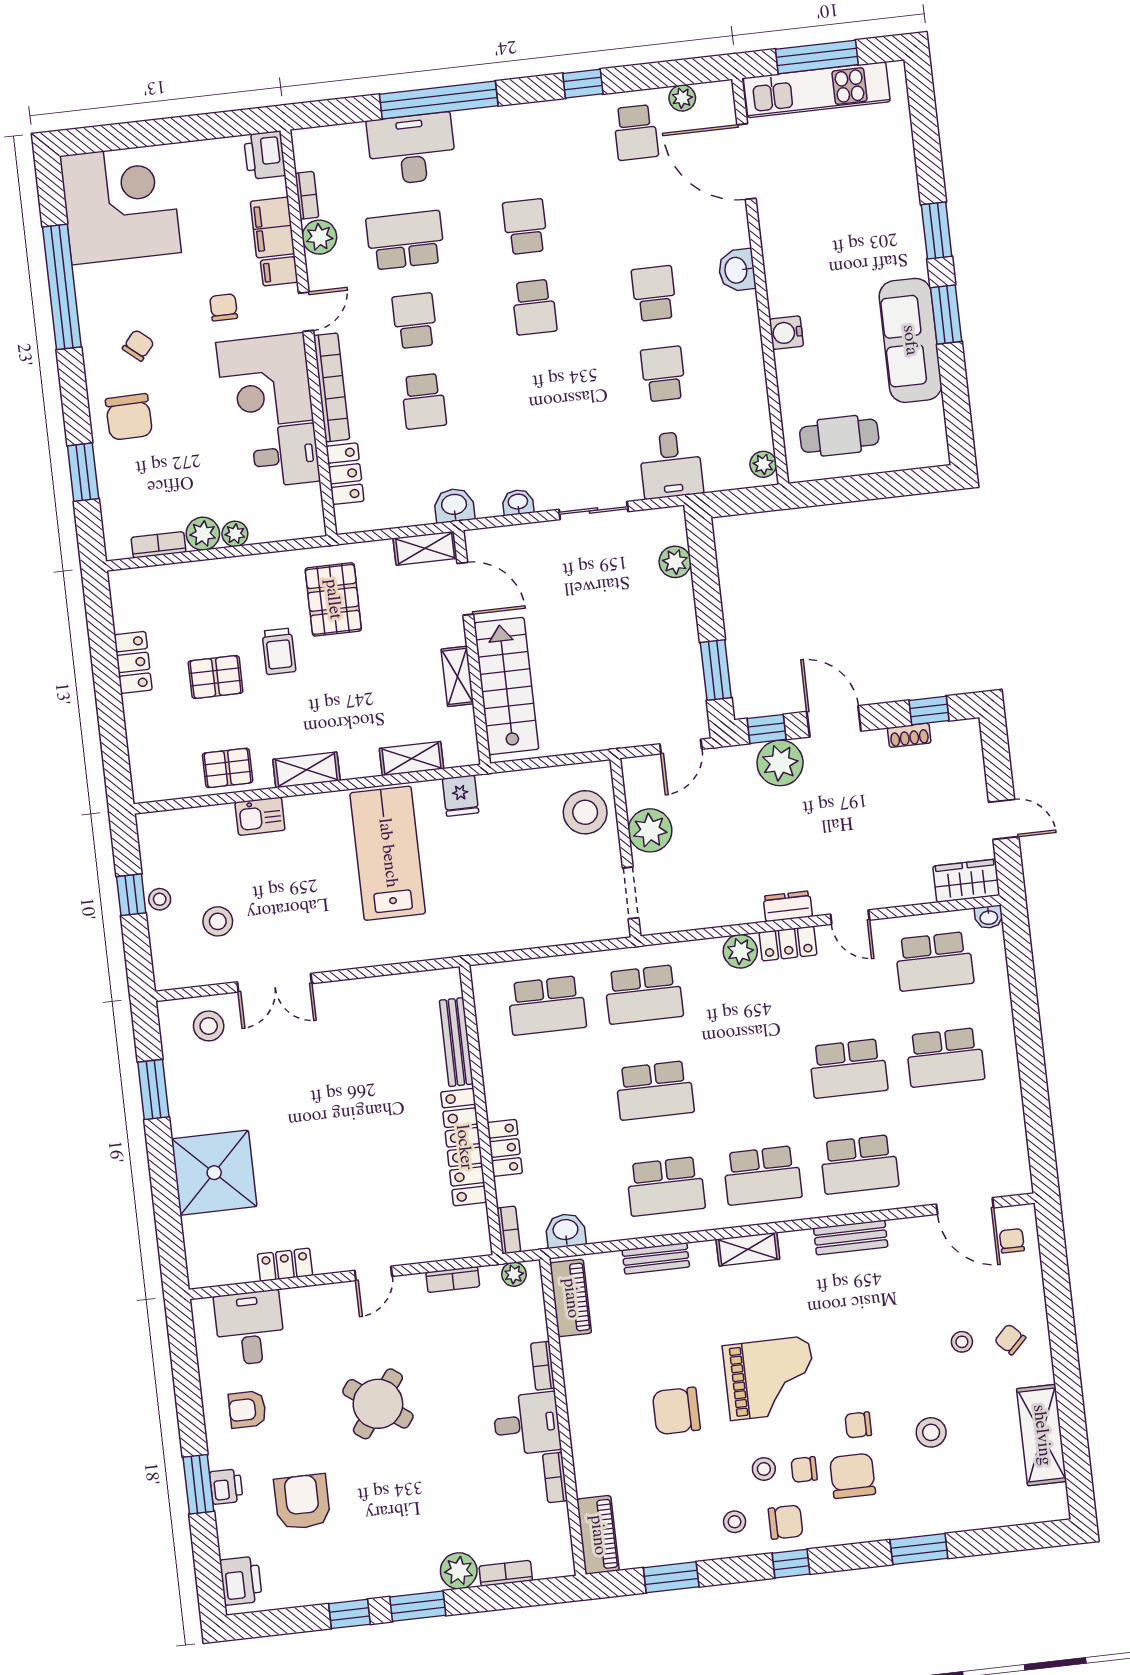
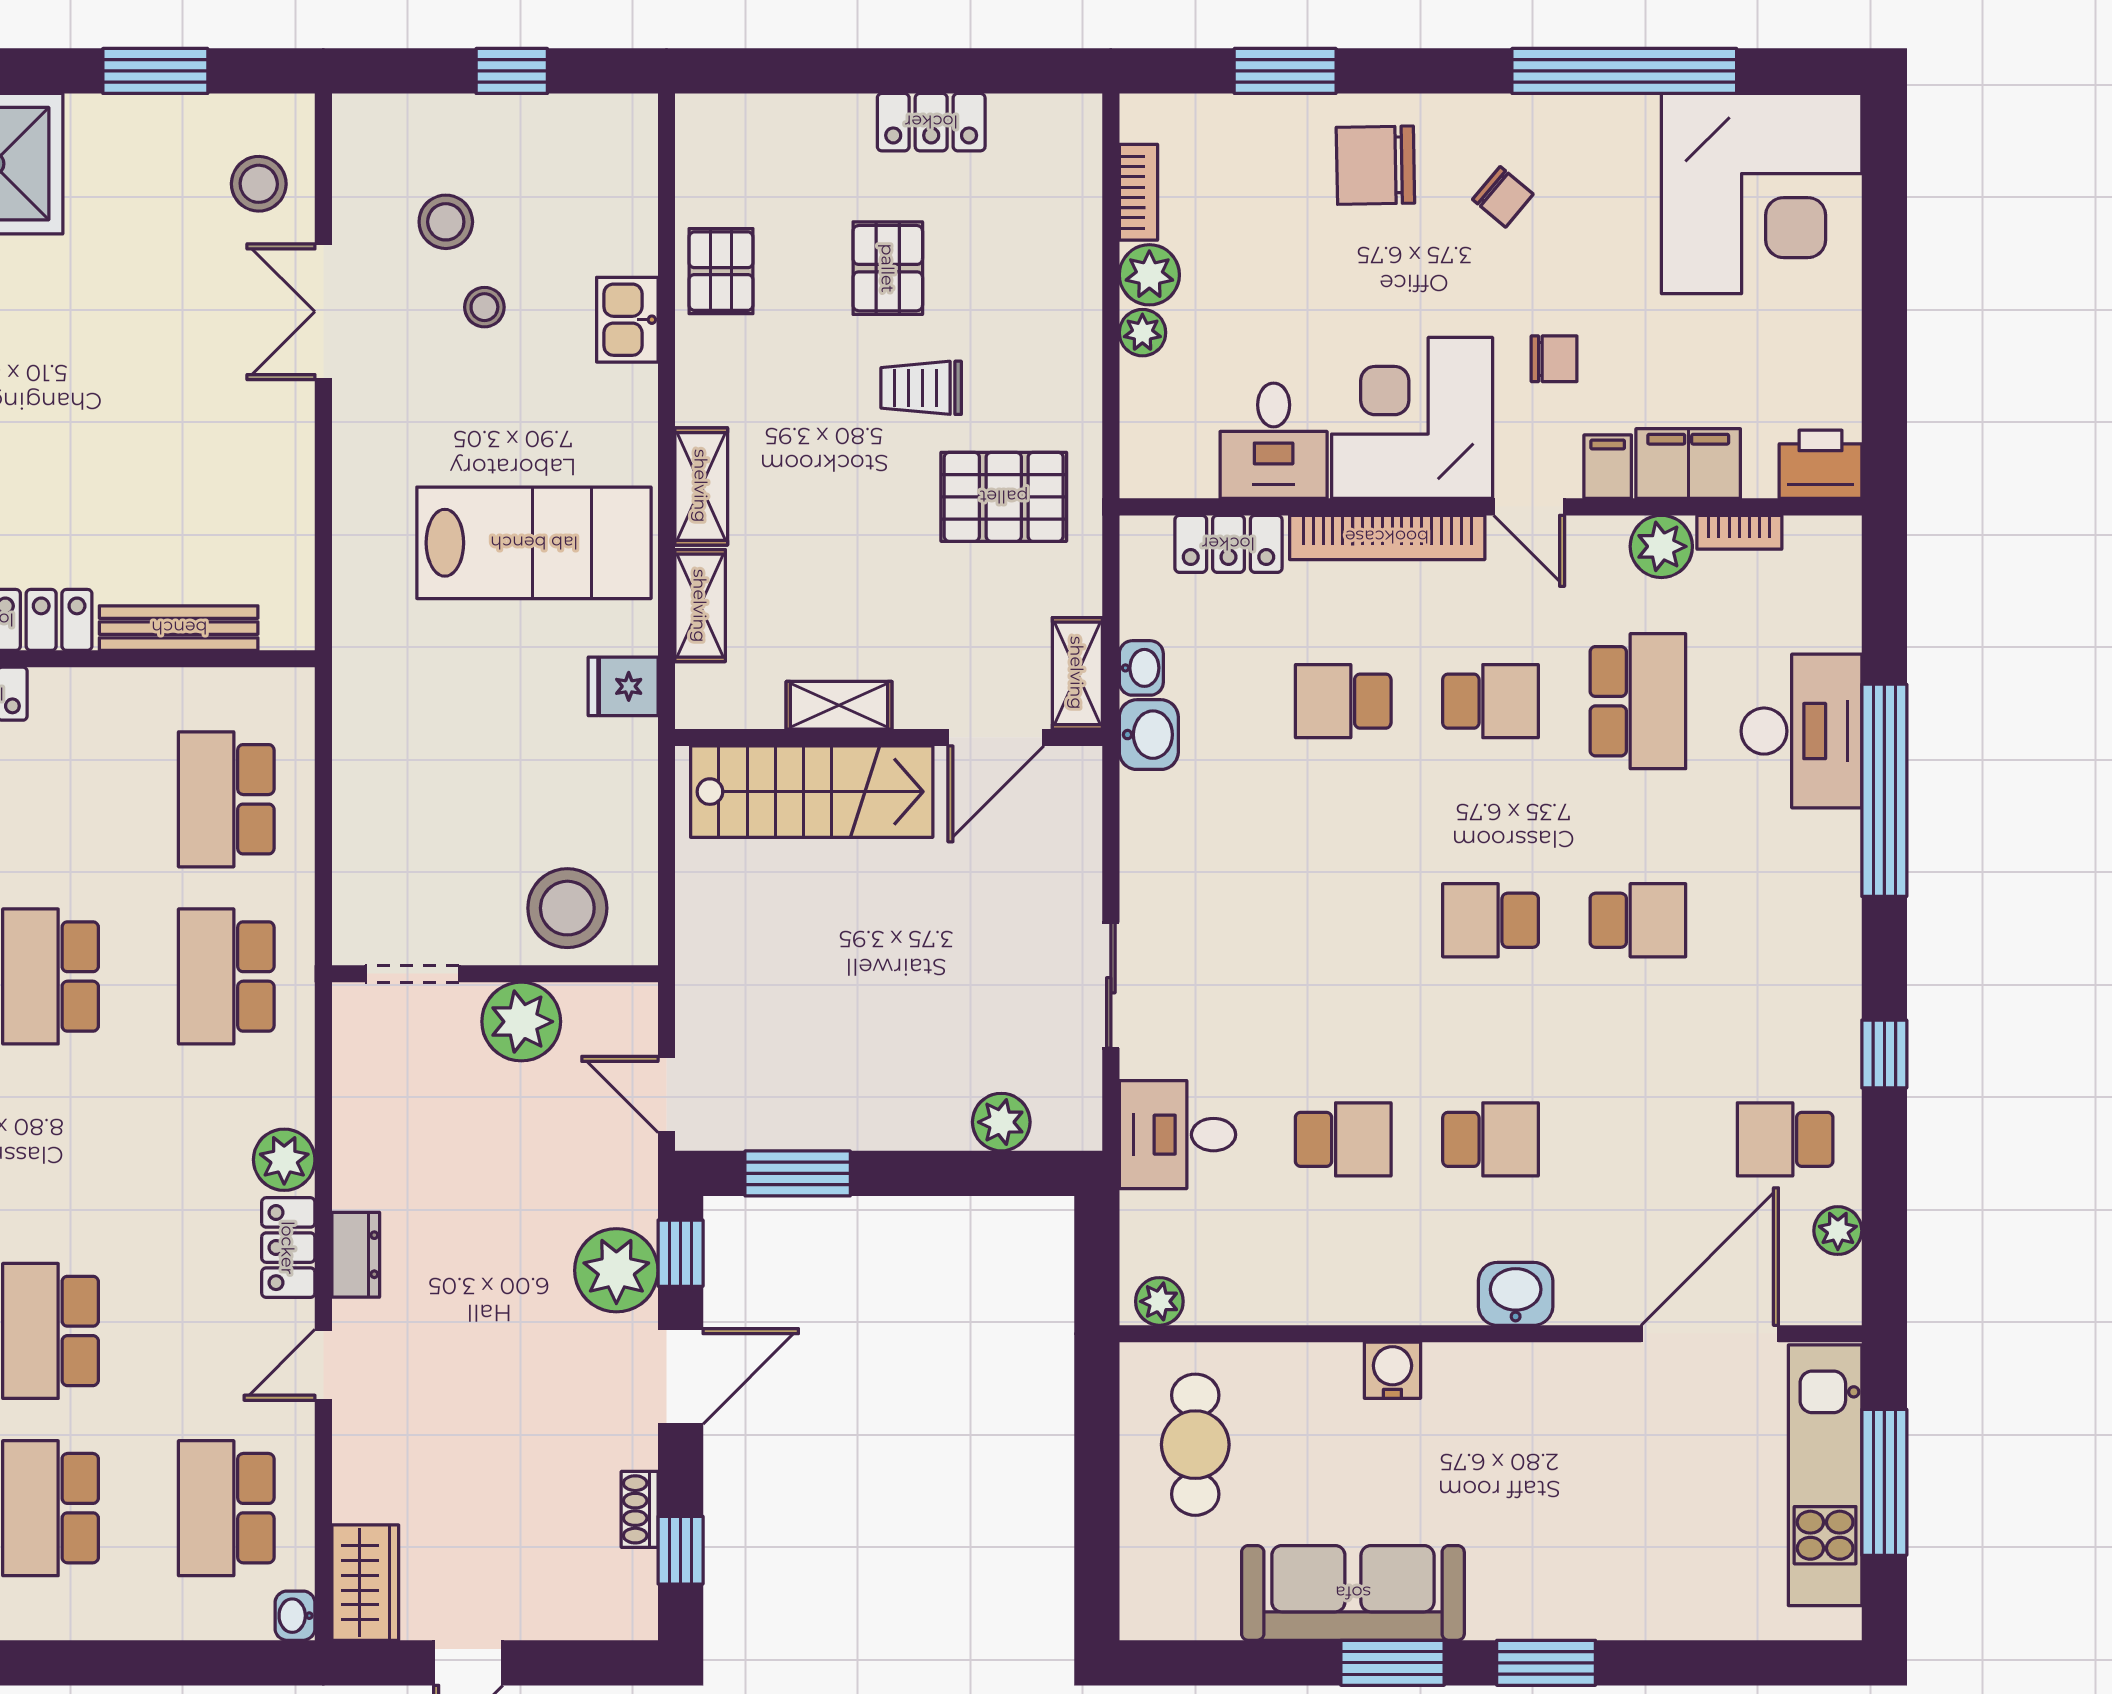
washbasin: (518, 502) -> (1141, 668), moved
shelving: (306, 770) -> (701, 486), moved
stool: (160, 899) -> (484, 307), moved

